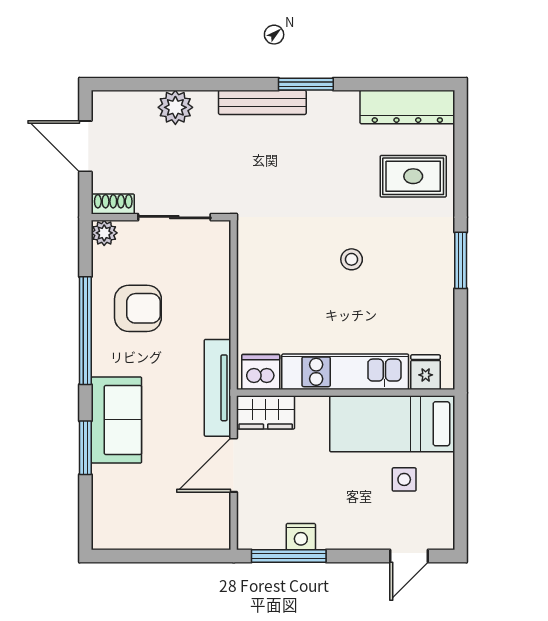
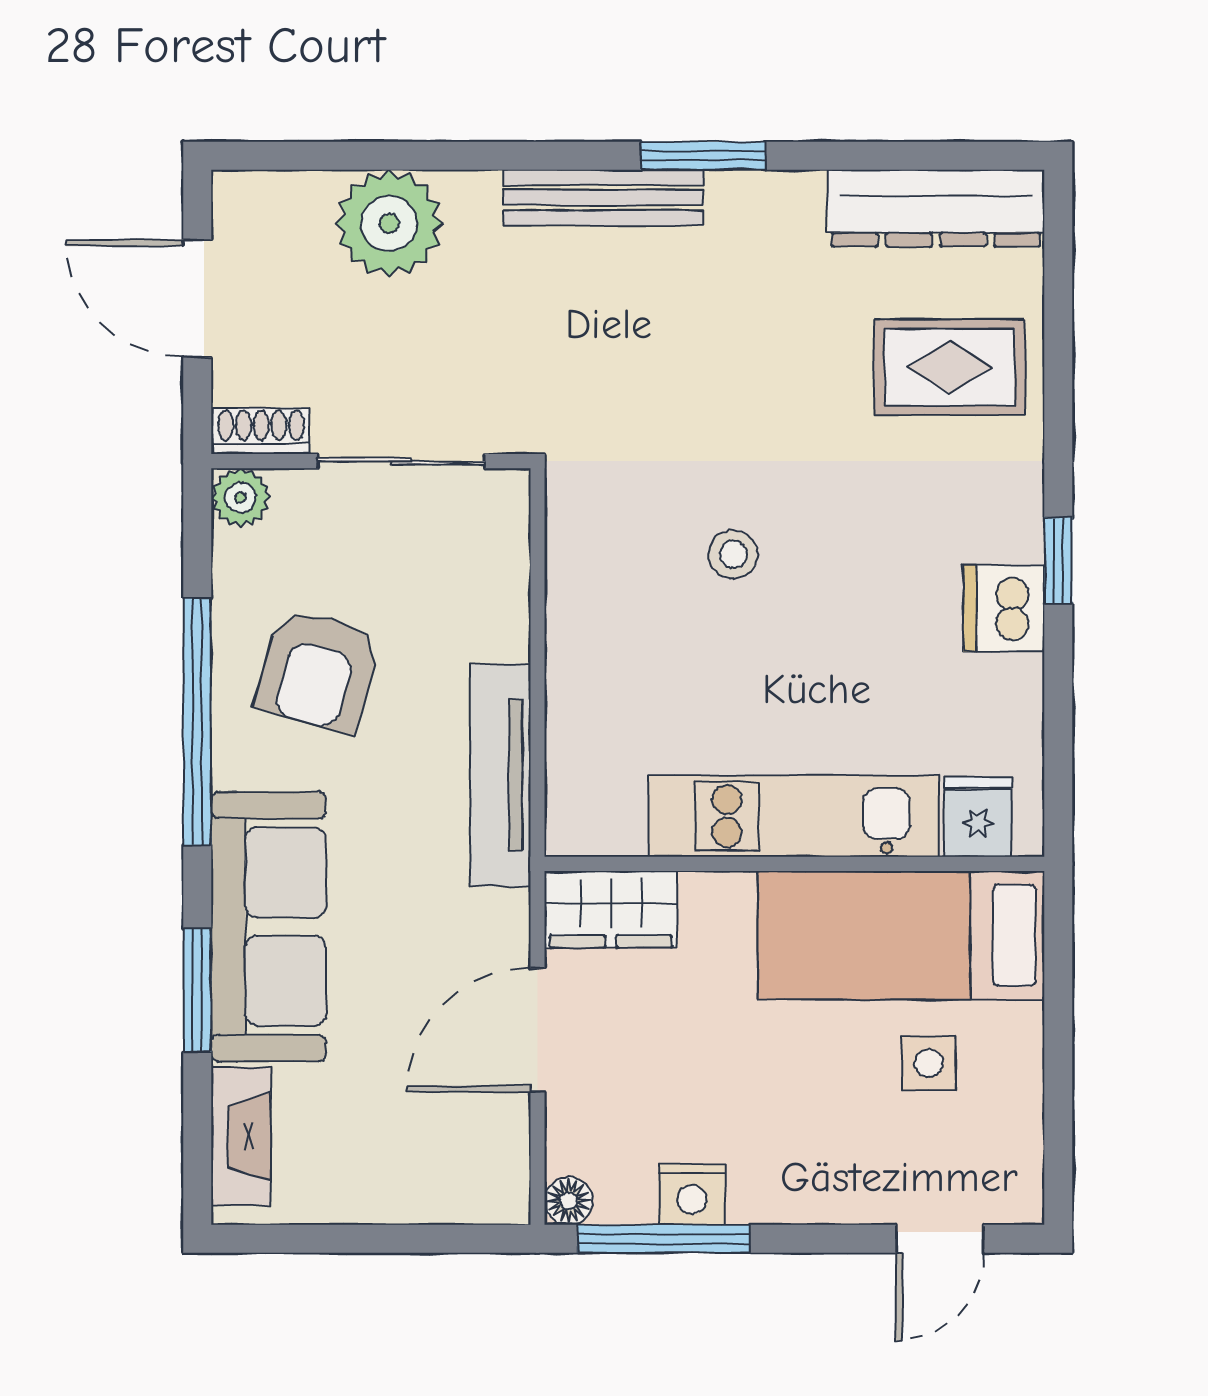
plant: (175, 107) -> (389, 223), width x1.36, depth x1.36
stool: (352, 259) -> (733, 554), moved
window: (461, 260) -> (1058, 560), width x0.67
armchair: (138, 308) -> (318, 670), turned 106
dishwasher: (261, 372) -> (1004, 608), moved, turned -90
tv unit: (218, 388) -> (500, 775), moved
sofa: (116, 420) -> (269, 927), width x1.36
fireplace: (104, 511) -> (241, 1136), added
floor lamp: (247, 539) -> (569, 1201), added

